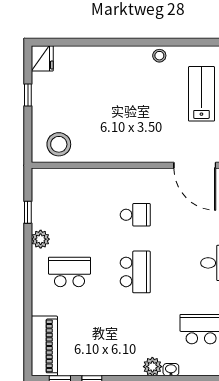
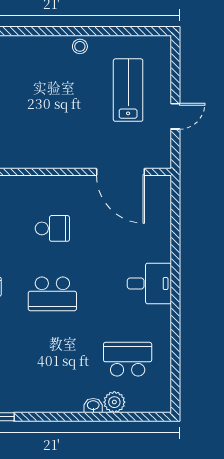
school desk: (135, 272) -> (52, 294), turned 90
plant: (152, 367) -> (114, 402), moved

